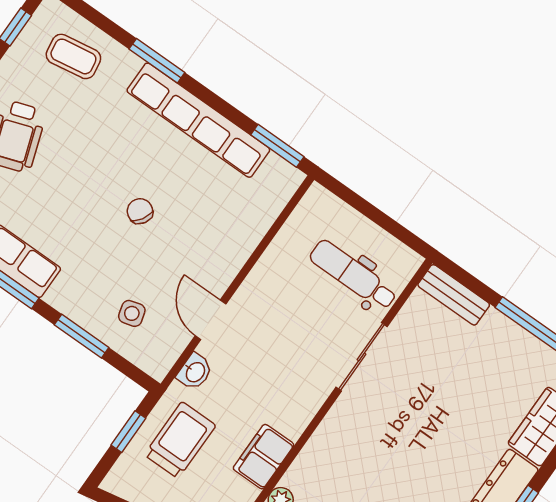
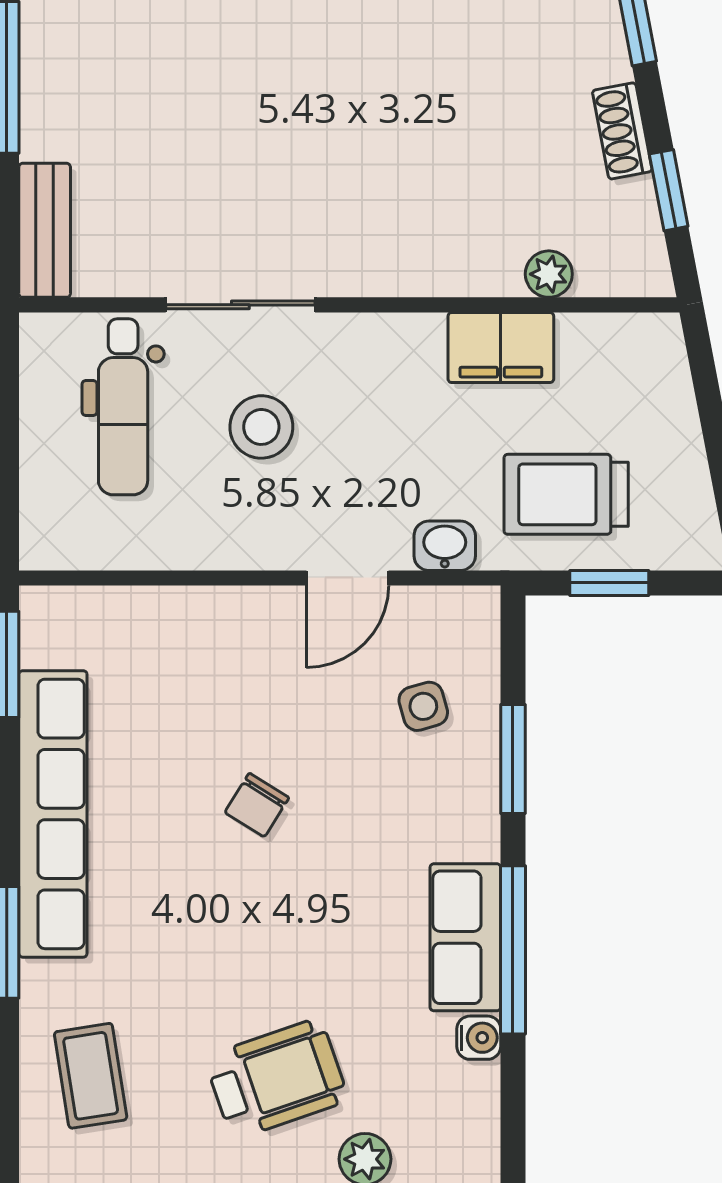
stool: (302, 329) -> (261, 427), added

